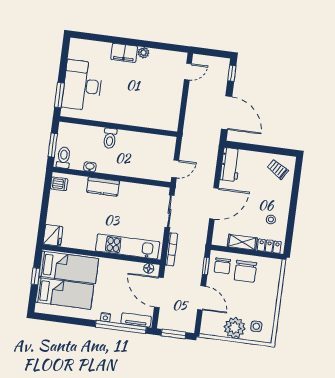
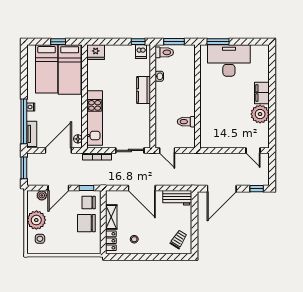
plant: (143, 53) -> (260, 114), width x1.87, depth x1.87
toilet: (110, 138) -> (186, 122), moved
window: (47, 186) -> (138, 42), added
plant: (207, 318) -> (42, 195), added

